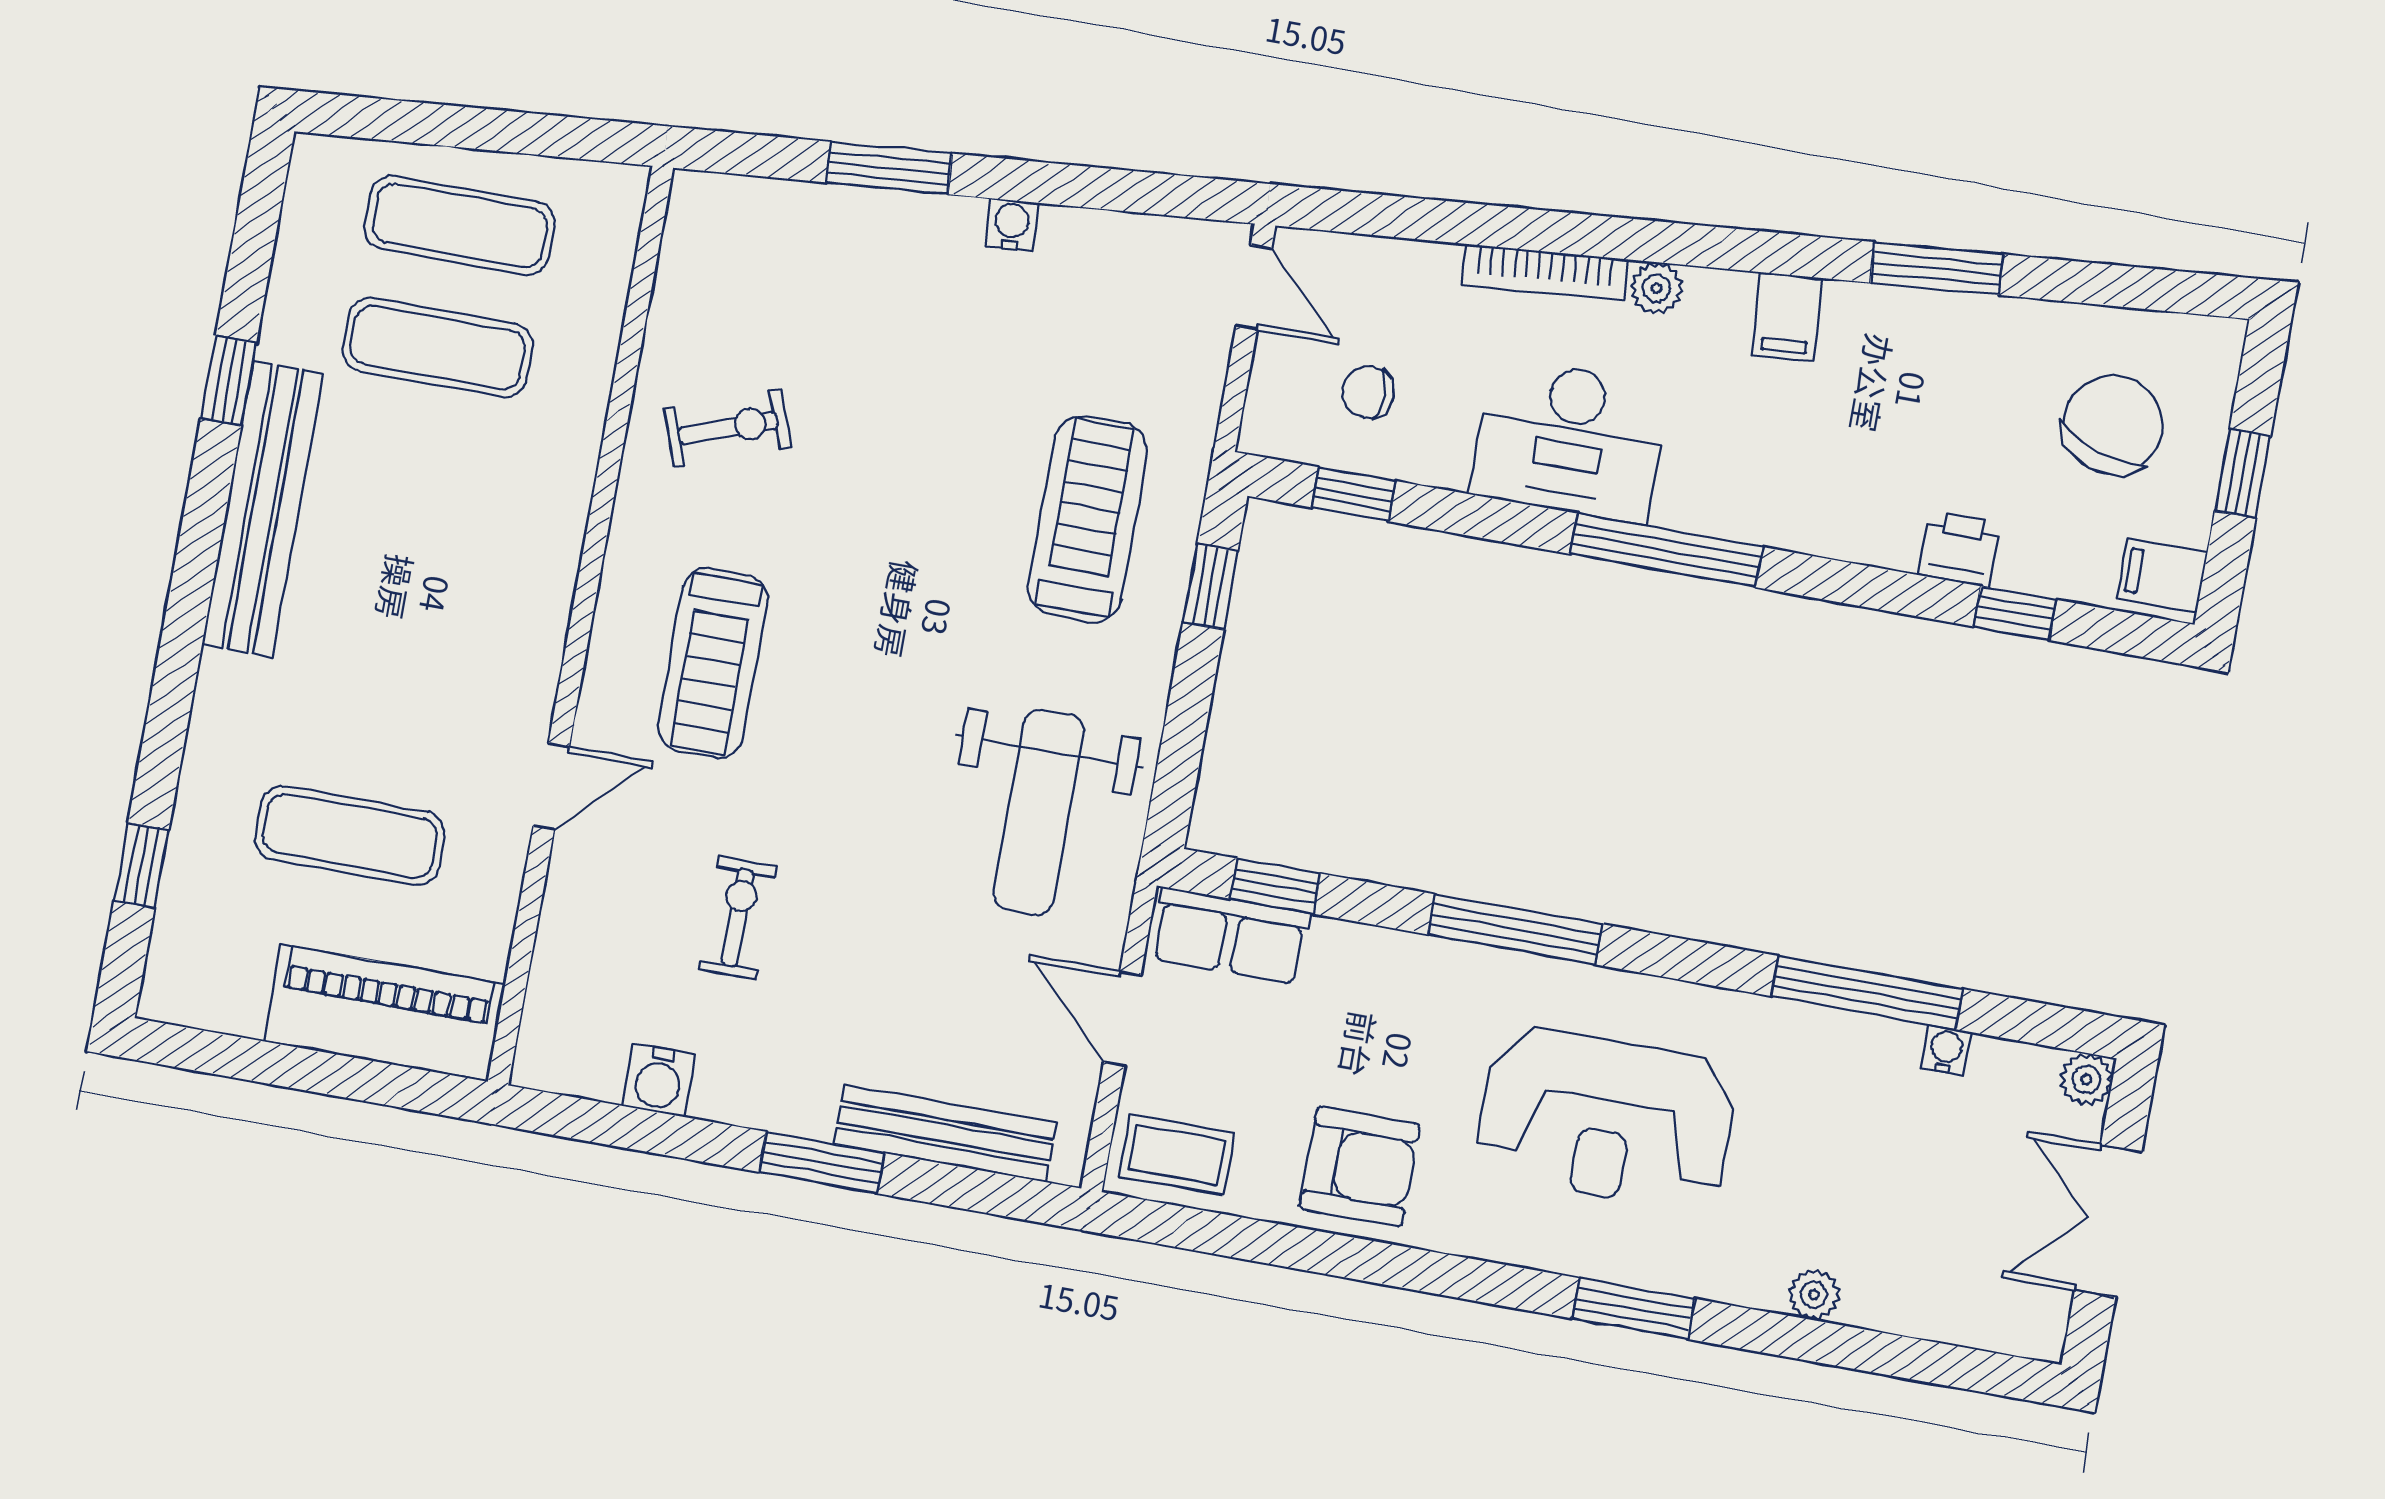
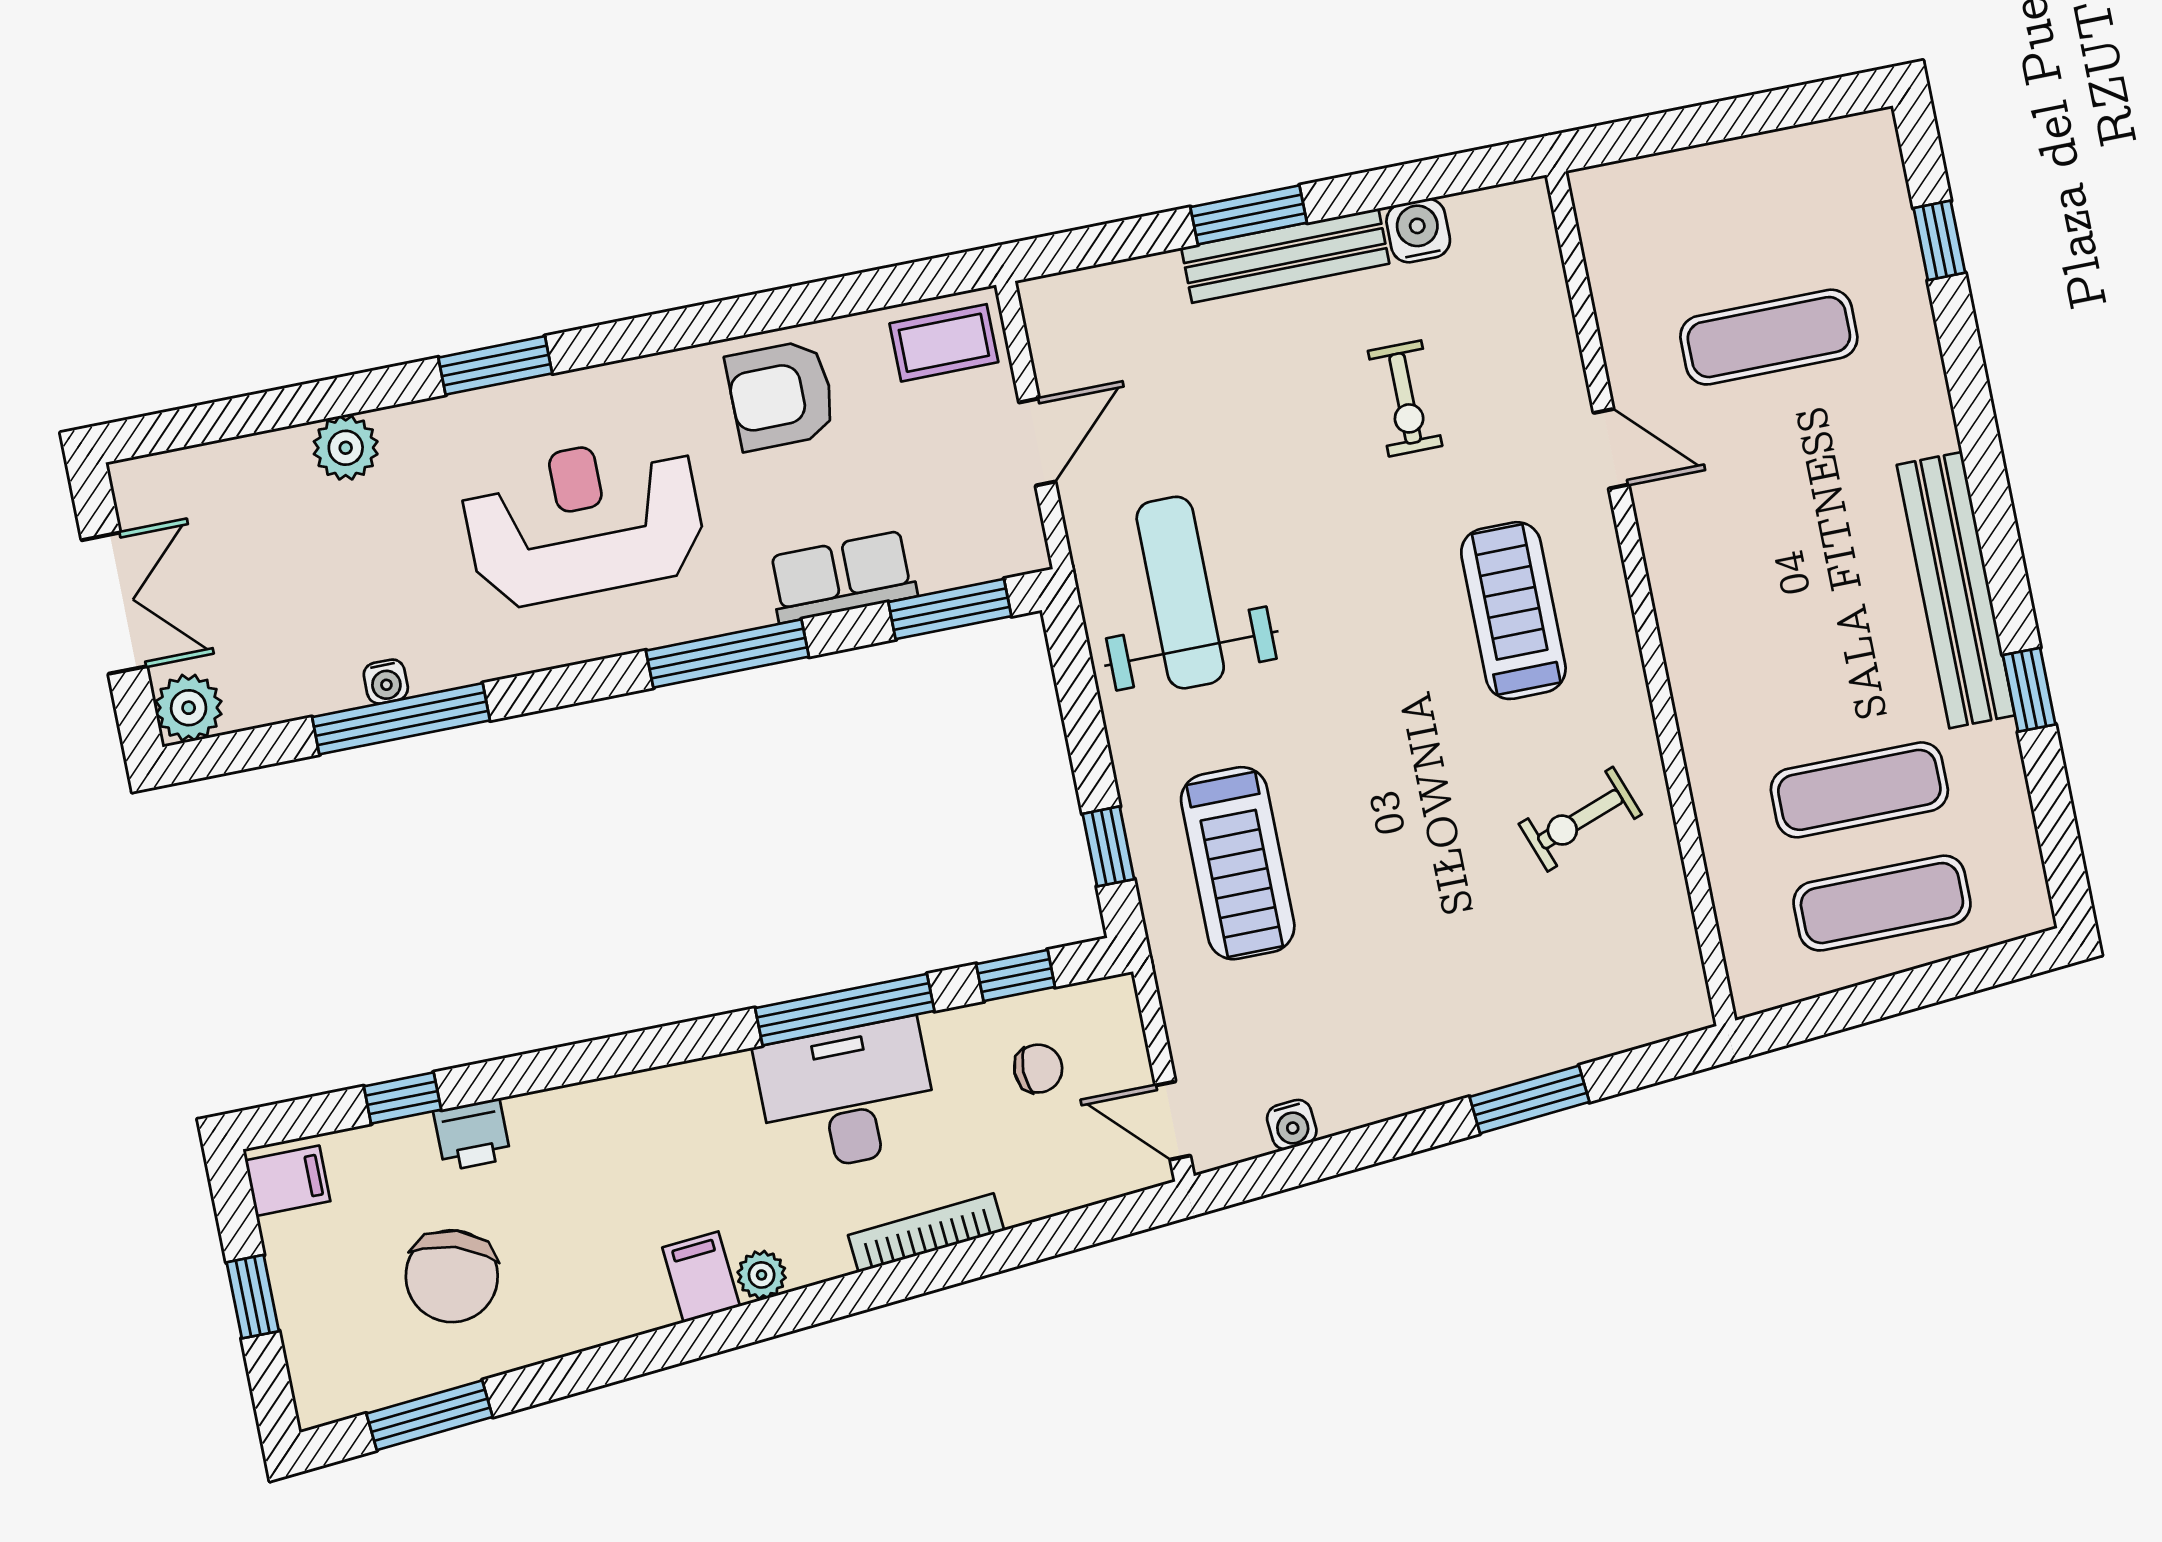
water cooler: (1012, 224) -> (1292, 1125), moved
window: (1937, 269) -> (430, 1415), moved
plant: (1656, 288) -> (762, 1275), moved
chair: (2113, 425) -> (452, 1276), moved
window: (1666, 550) -> (845, 1010), moved
door: (551, 786) -> (1611, 449), swing flipped
window: (1275, 886) -> (950, 609), width x1.50
row of seats: (1230, 936) -> (842, 577), moved
piano: (384, 1013) -> (1679, 195), removed
door: (1122, 1019) -> (1037, 442), hinge flipped
water cooler: (1946, 1050) -> (386, 682), moved
plant: (2086, 1079) -> (189, 708), width x1.38, depth x1.38
bench: (945, 1133) -> (1285, 256), moved
plant: (1814, 1295) -> (346, 448), width x1.38, depth x1.38

